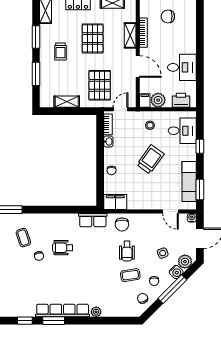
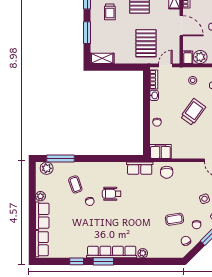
shelving: (67, 102) -> (102, 58), moved
wheelchair: (127, 251) -> (171, 197), removed

